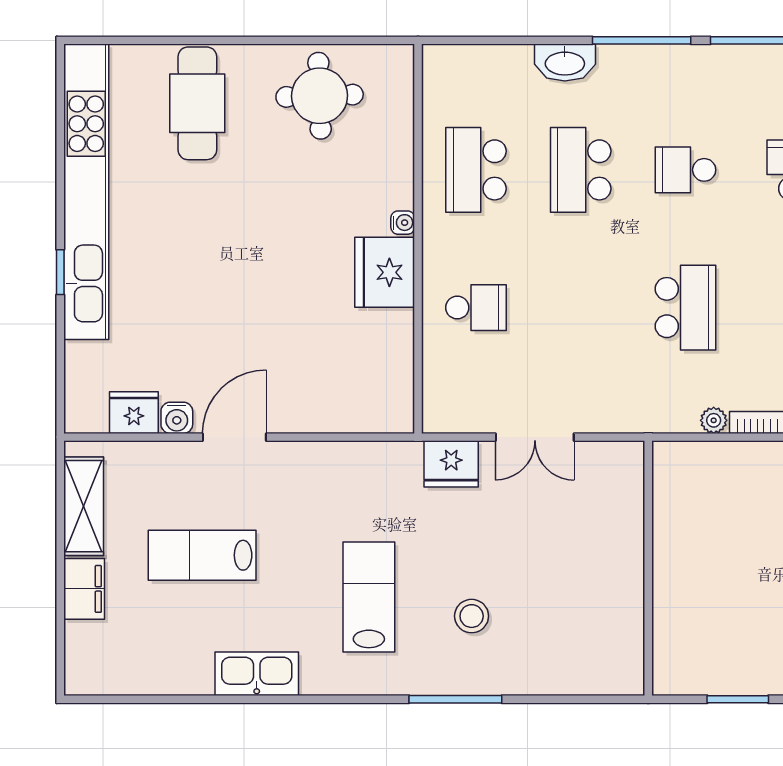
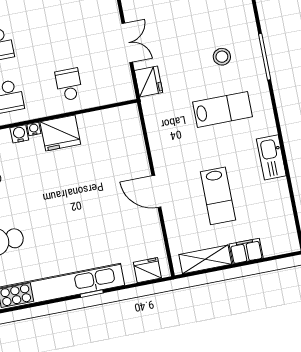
fridge: (134, 413) -> (147, 270), moved, turned 90
water cooler: (177, 418) -> (19, 134), moved, turned -90
lab bench: (369, 597) -> (222, 109), turned 180

